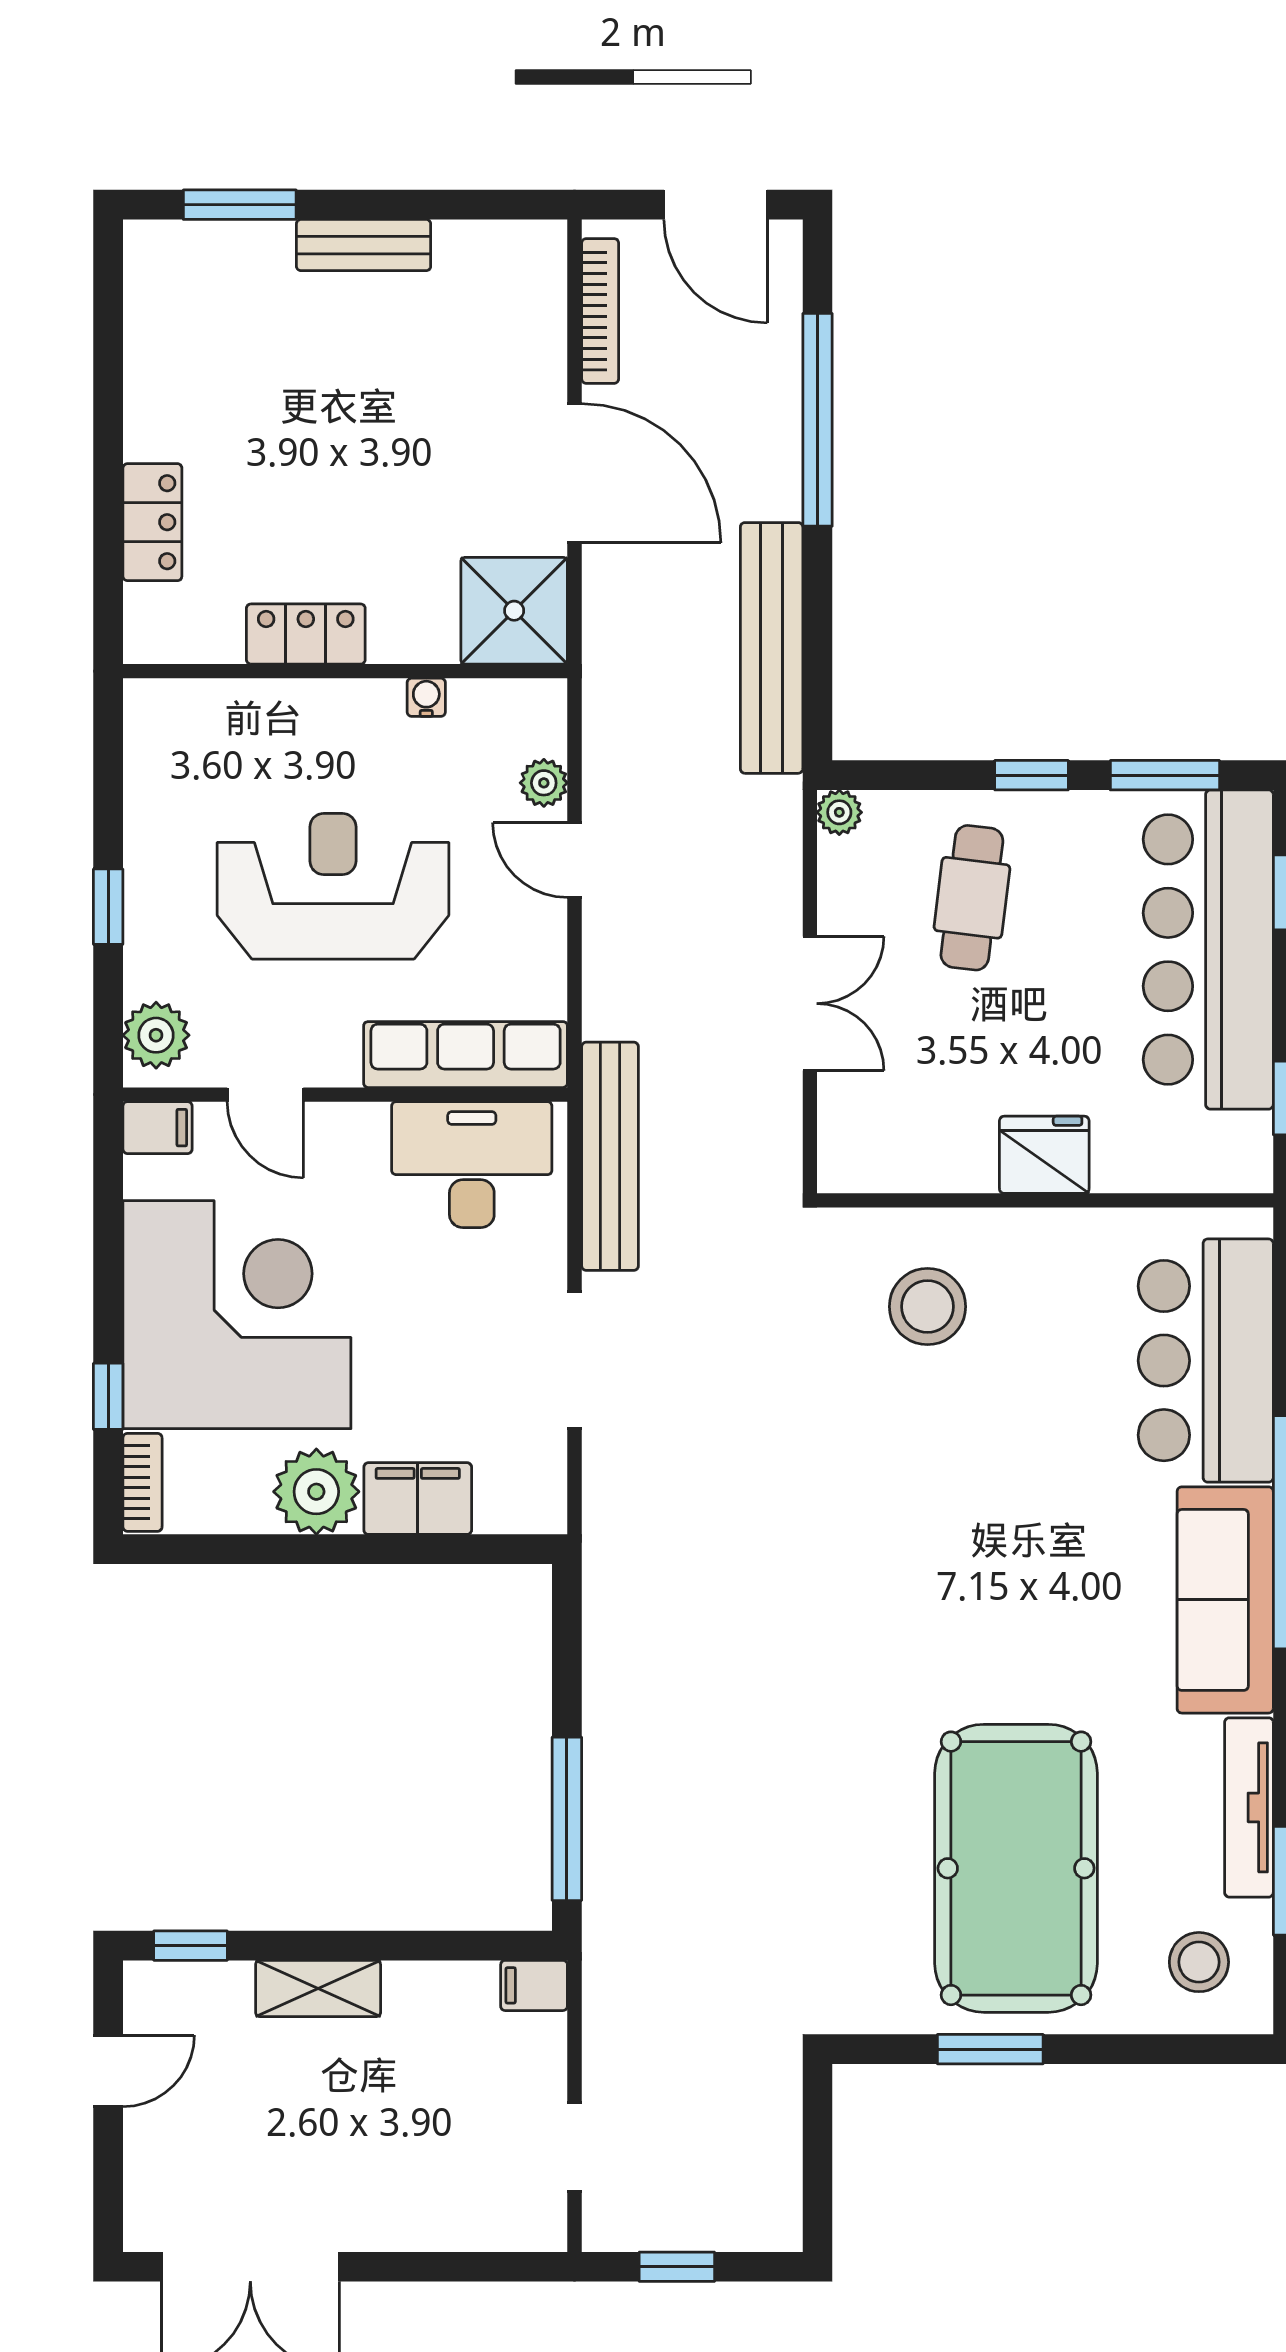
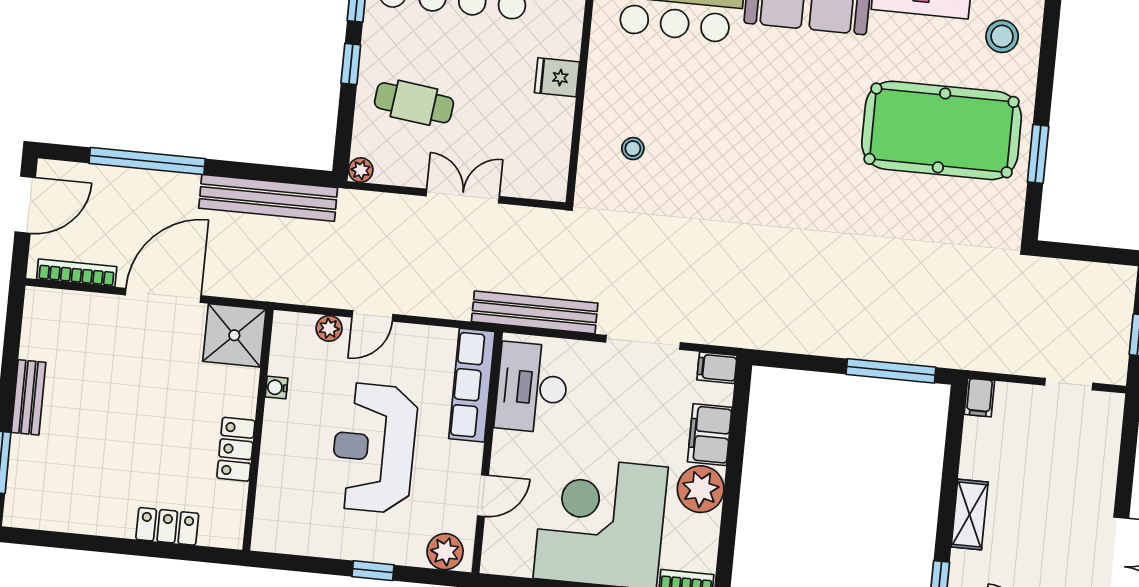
filing cabinet: (158, 1128) -> (717, 368), moved, turned -90
fridge: (1044, 1155) -> (557, 77), width x0.72
stool: (927, 1307) -> (633, 149), width x0.53, depth x0.53

